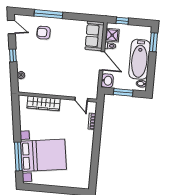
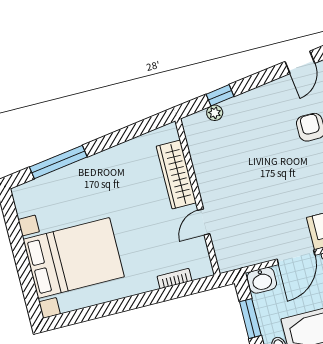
window: (13, 55) -> (220, 95), moved
door: (81, 99) -> (204, 222), moved
bed with nightstands: (43, 155) -> (74, 258), moved, turned -82

